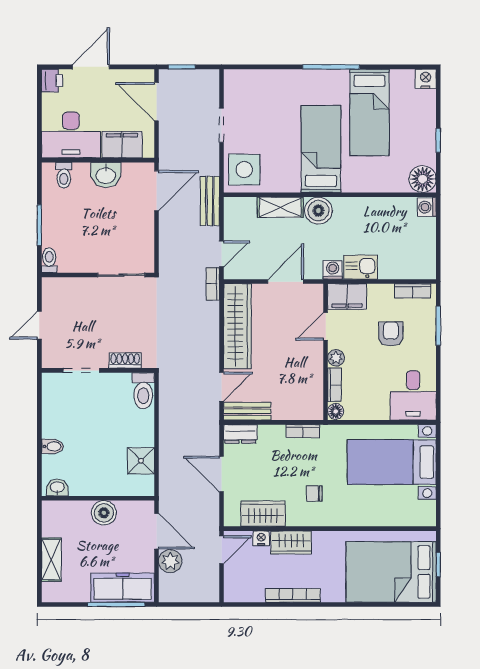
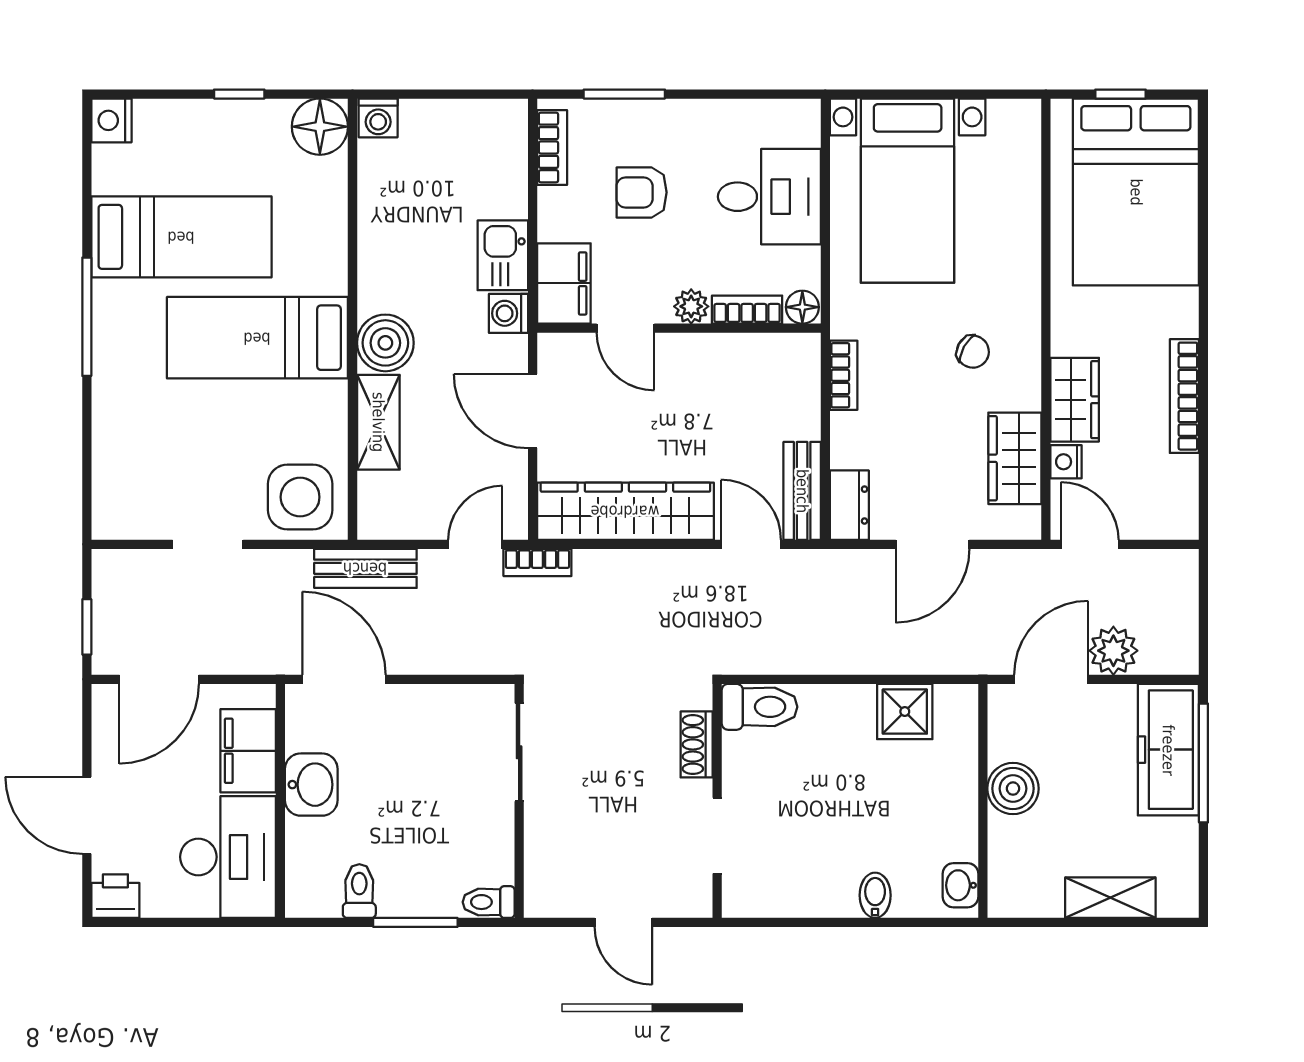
toilet: (64, 175) -> (359, 891), moved, turned -90
door: (221, 254) -> (475, 544), hinge flipped
desk: (413, 395) -> (769, 197), moved
chair: (314, 493) -> (973, 352), turned -61

